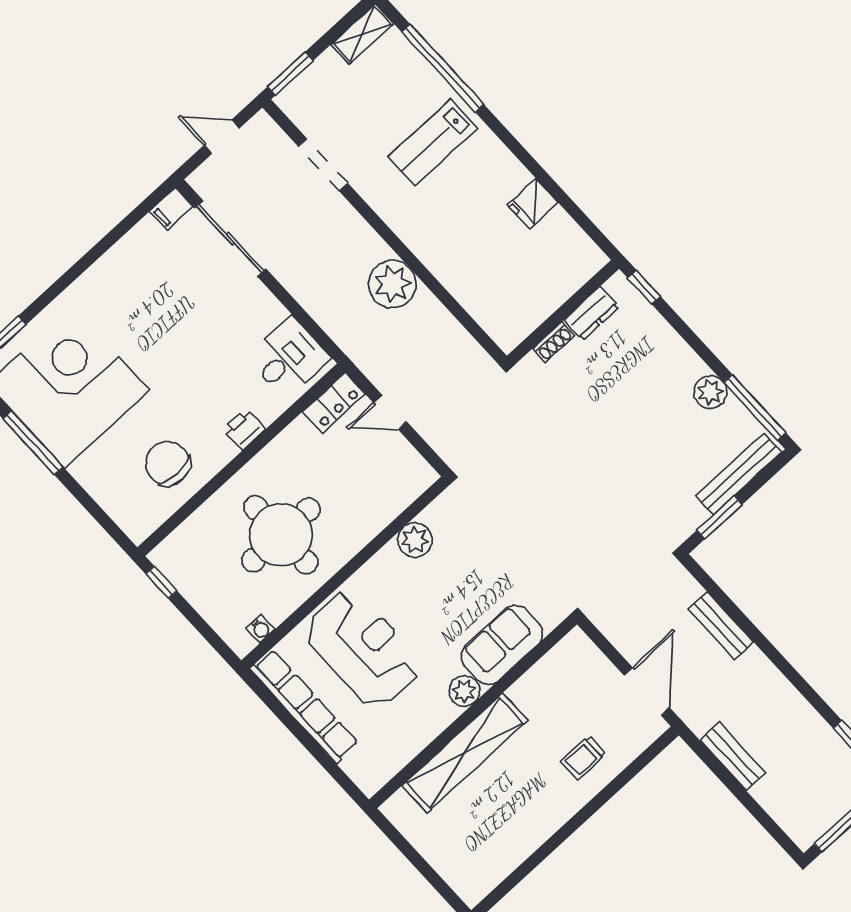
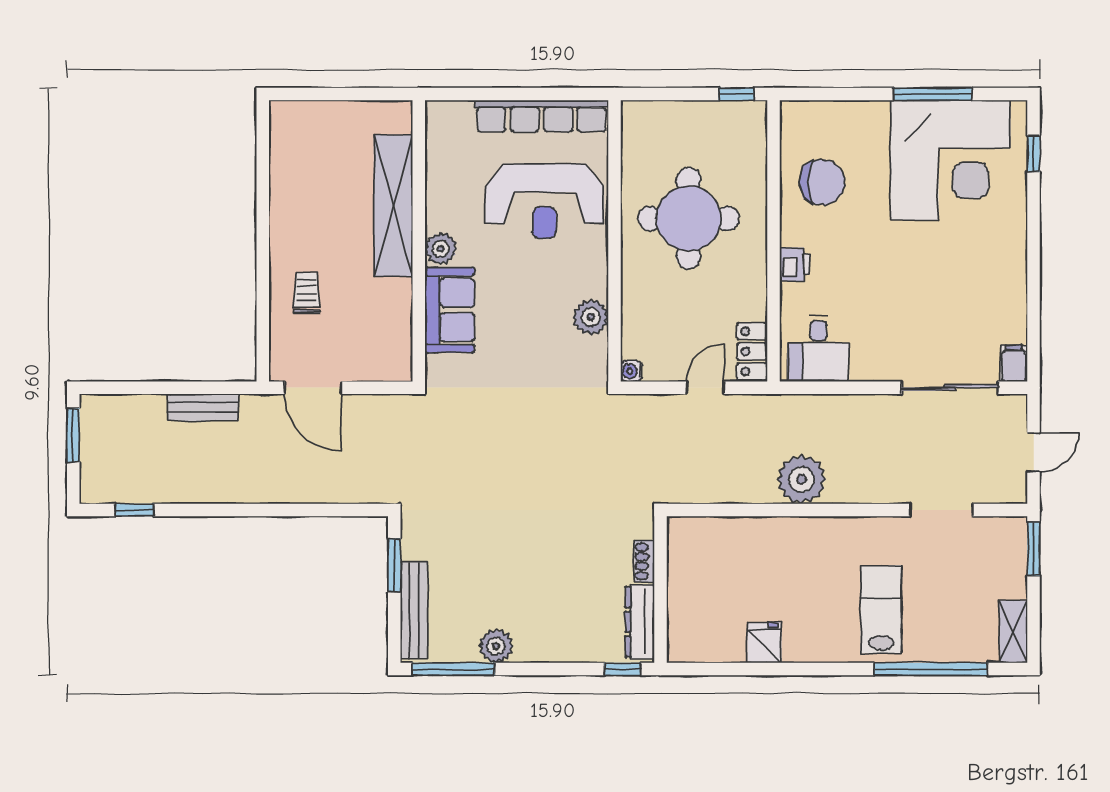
dresser: (591, 313) -> (640, 622), width x1.44
bench: (721, 626) -> (311, 490), removed
water cooler: (260, 629) -> (631, 371), moved

